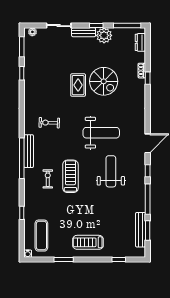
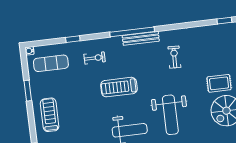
treadmill: (70, 176) -> (119, 87), turned 180
exercise bike: (48, 179) -> (95, 58), moved

